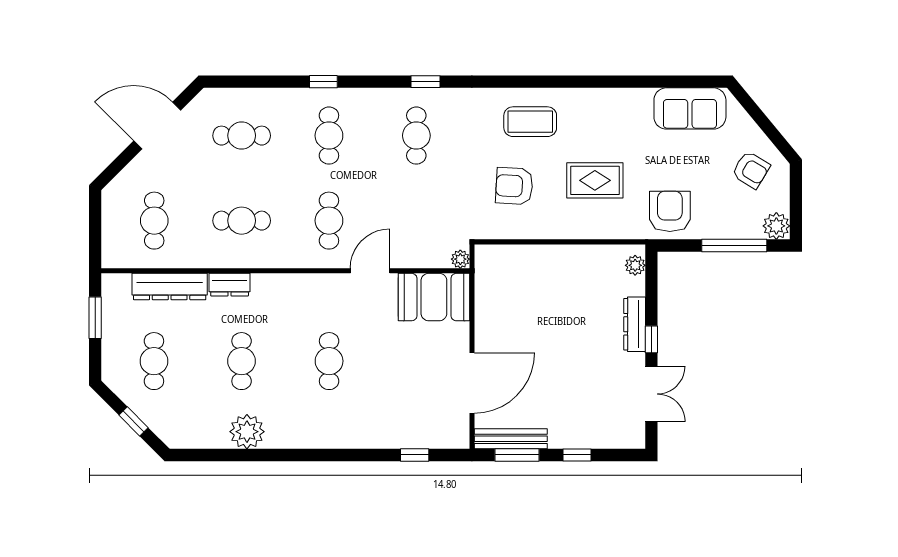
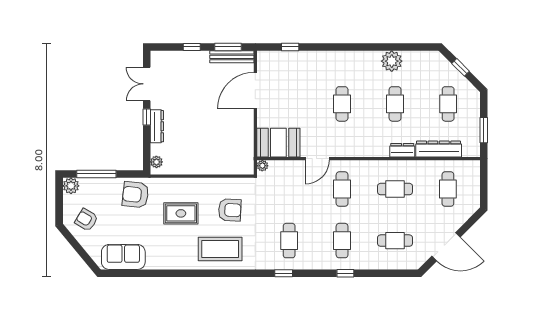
coffee table: (530, 122) -> (220, 249), width x1.36, depth x1.32
armchair: (670, 211) -> (135, 195), turned 96

